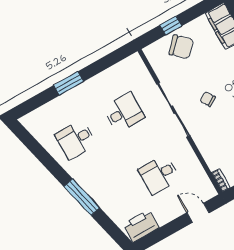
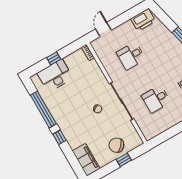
desk: (159, 175) -> (131, 56), turned 180
door: (198, 213) -> (103, 30), swing flipped

